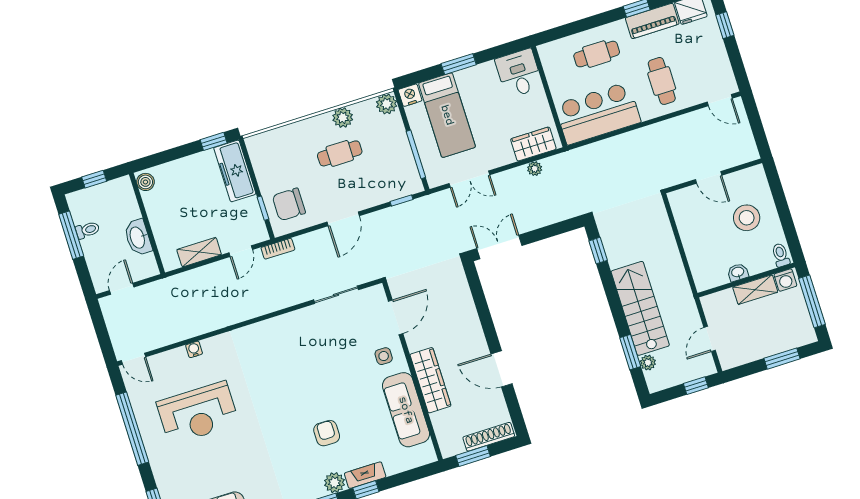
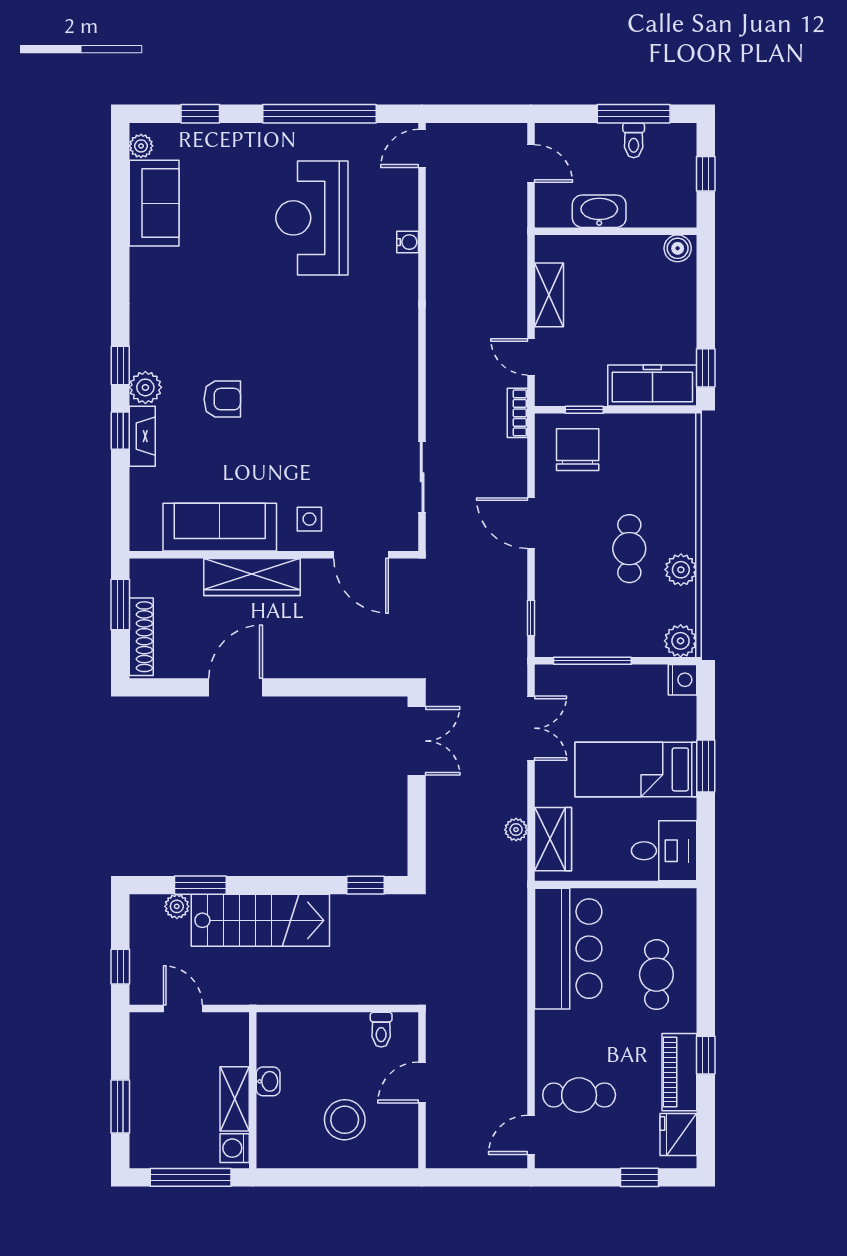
cafe table: (662, 81) -> (579, 1095), moved
bed: (447, 115) -> (636, 769), moved
double door: (469, 179) -> (531, 728), swing flipped
toilet: (781, 255) -> (381, 1030), moved, turned 90

